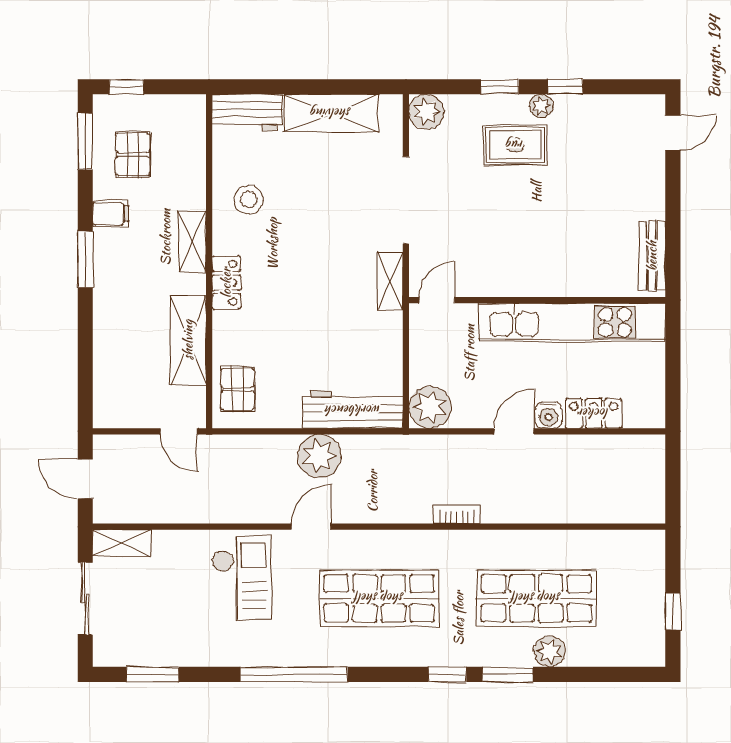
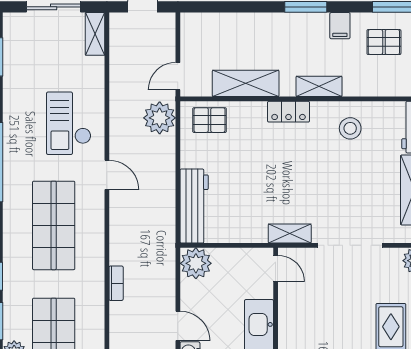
plant: (319, 456) -> (160, 118), moved
checkout: (242, 578) -> (69, 123), turned 90

